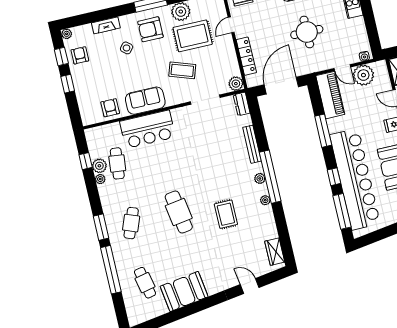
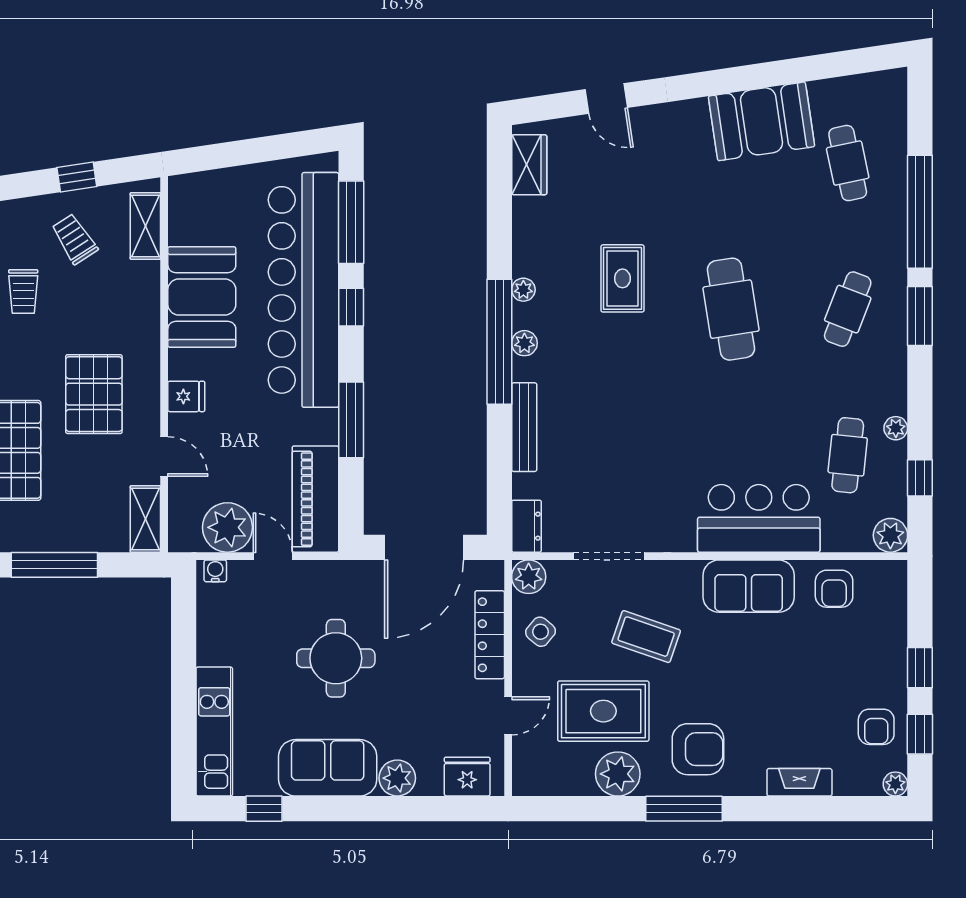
side table: (127, 48) -> (541, 632), moved
plant: (99, 166) -> (890, 535), moved

